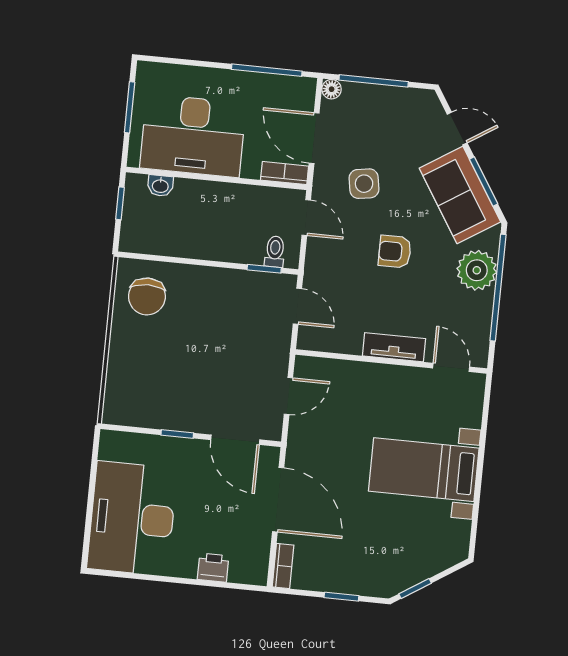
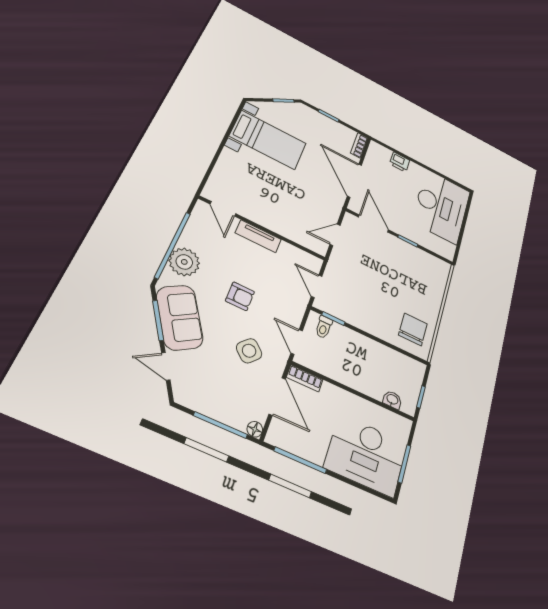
desk: (193, 136) -> (366, 455), moved, turned 180
side table: (364, 184) -> (249, 351), turned -38
bed with nightstands: (424, 470) -> (268, 140), moved

